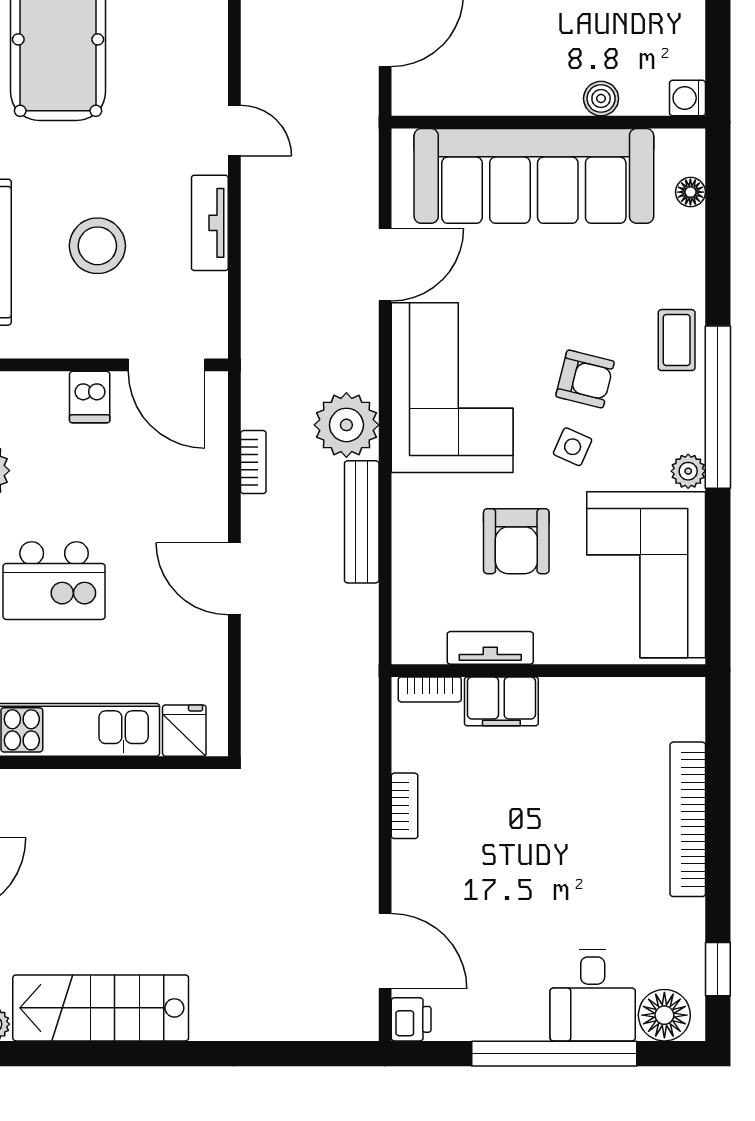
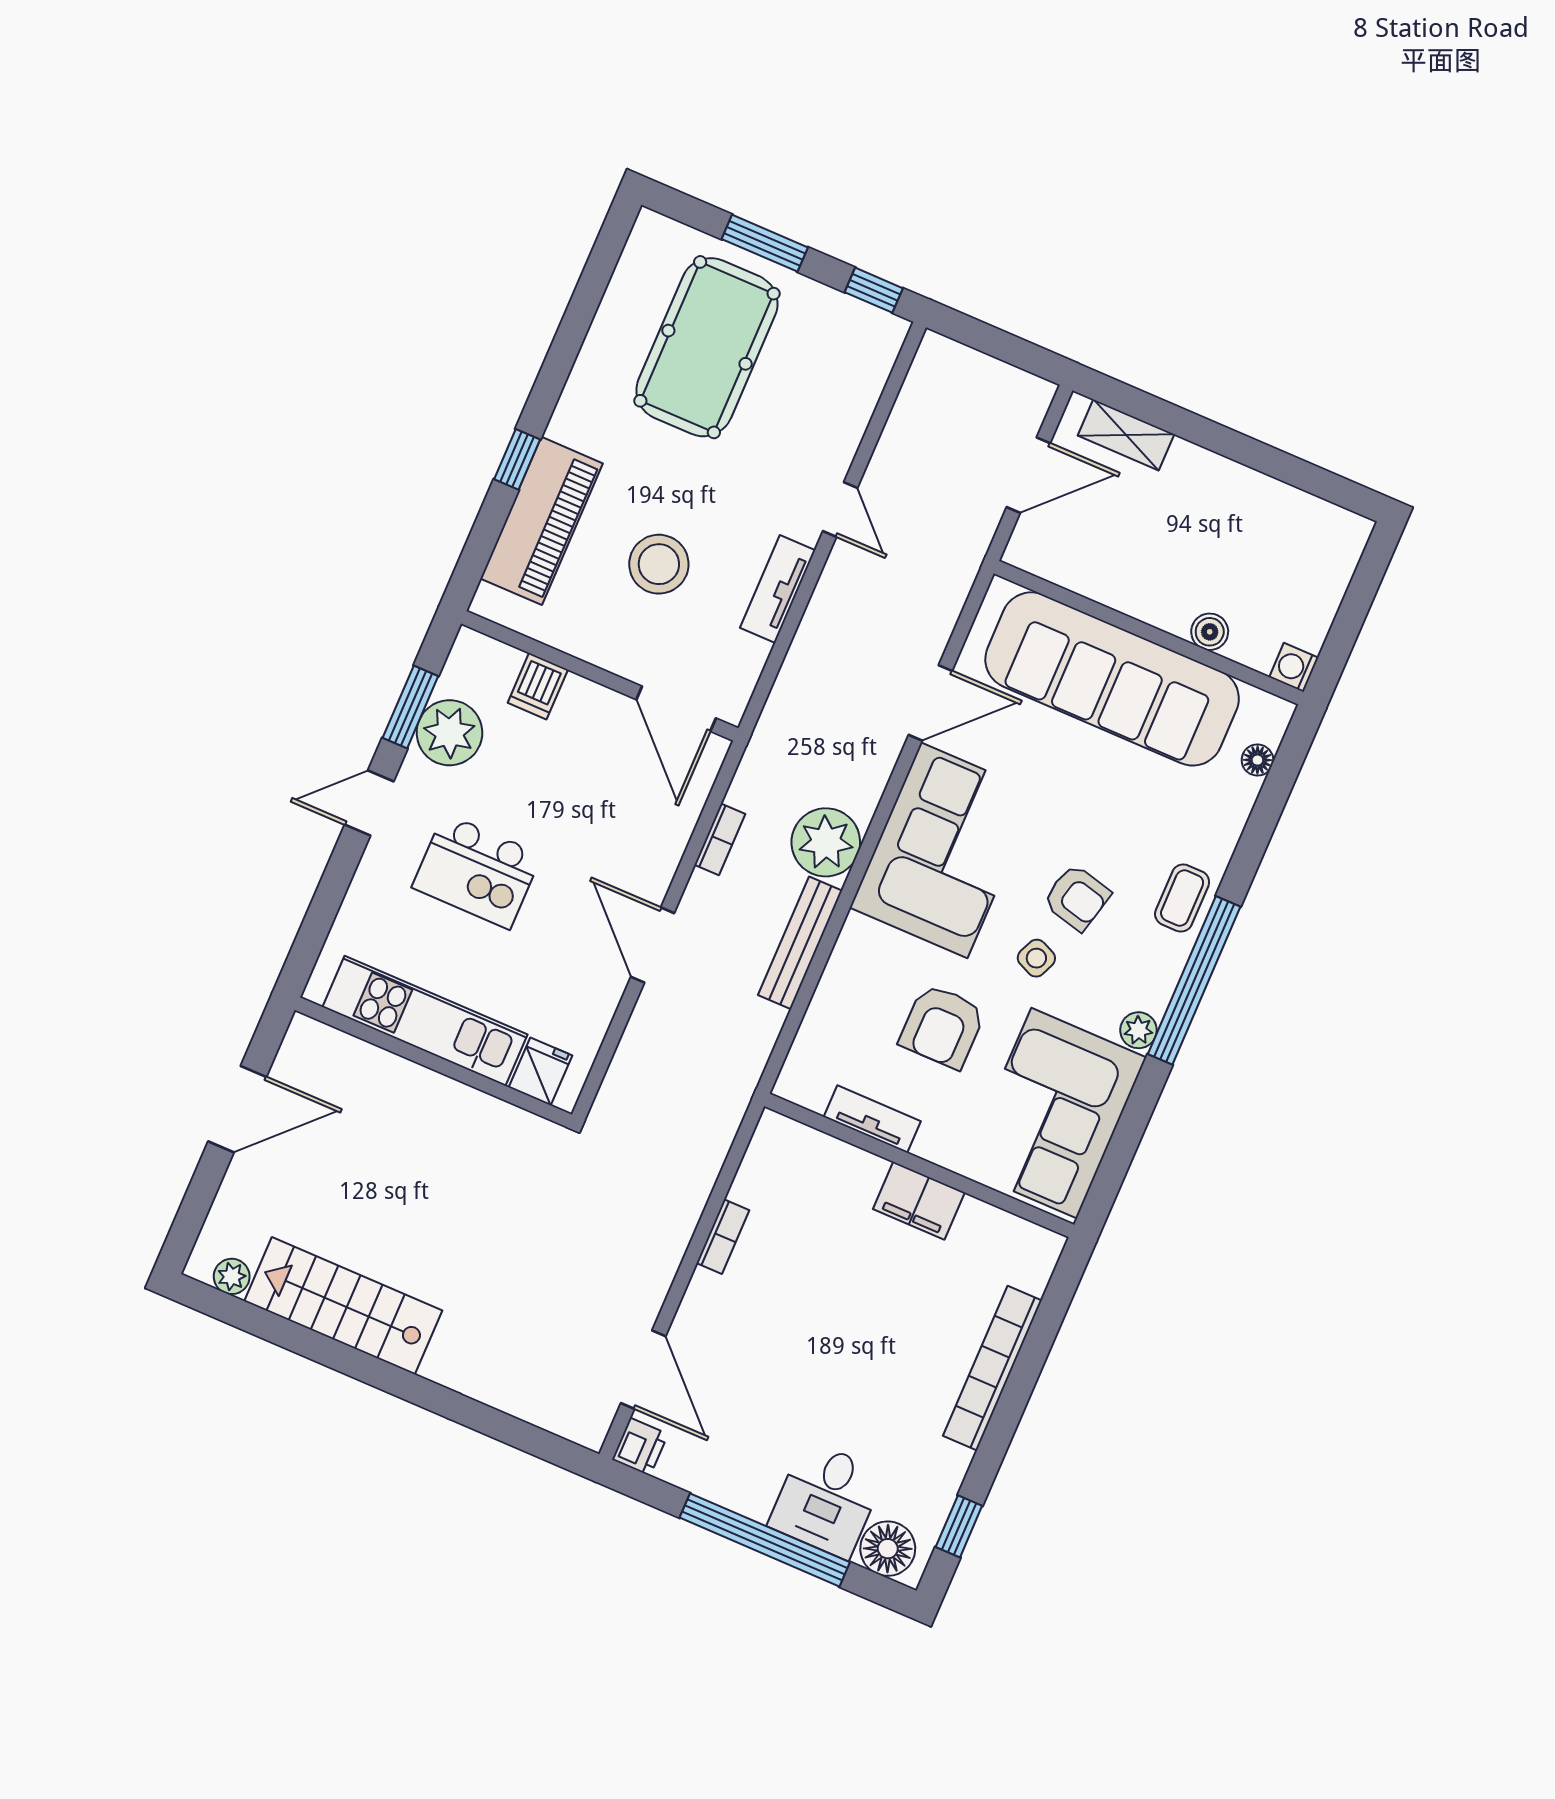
dishwasher: (90, 397) -> (538, 686), moved
bookcase: (430, 689) -> (796, 1134), removed
filing cabinet: (501, 701) -> (919, 1201), moved

